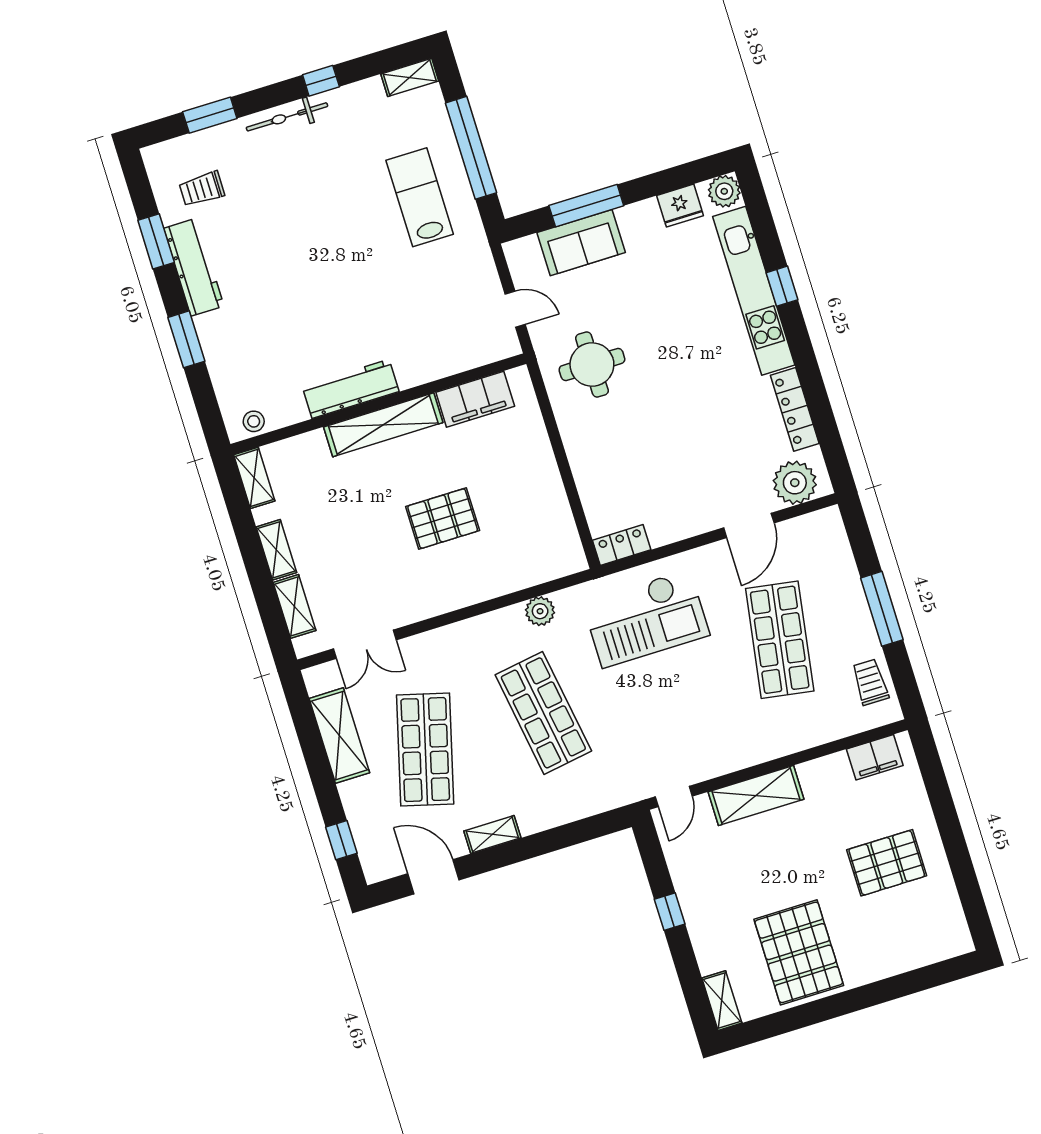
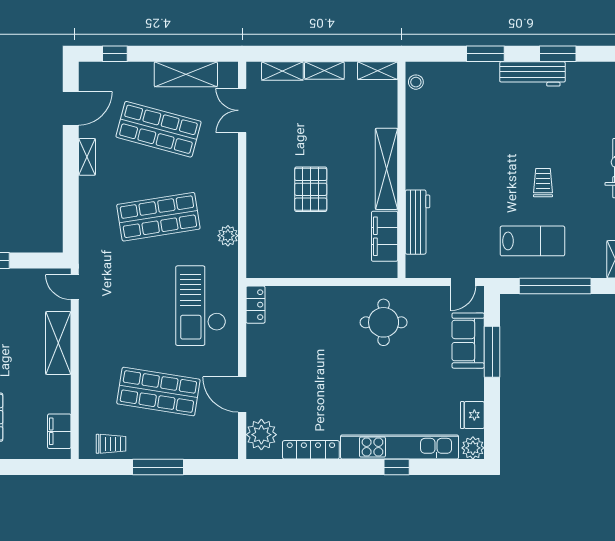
trolley: (202, 189) -> (543, 183), moved
door: (515, 309) -> (463, 282), moved
workbench: (351, 389) -> (418, 222), moved

